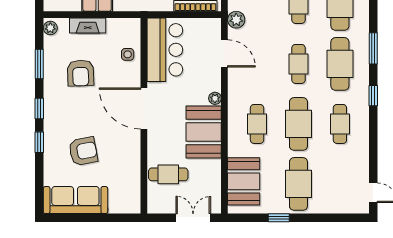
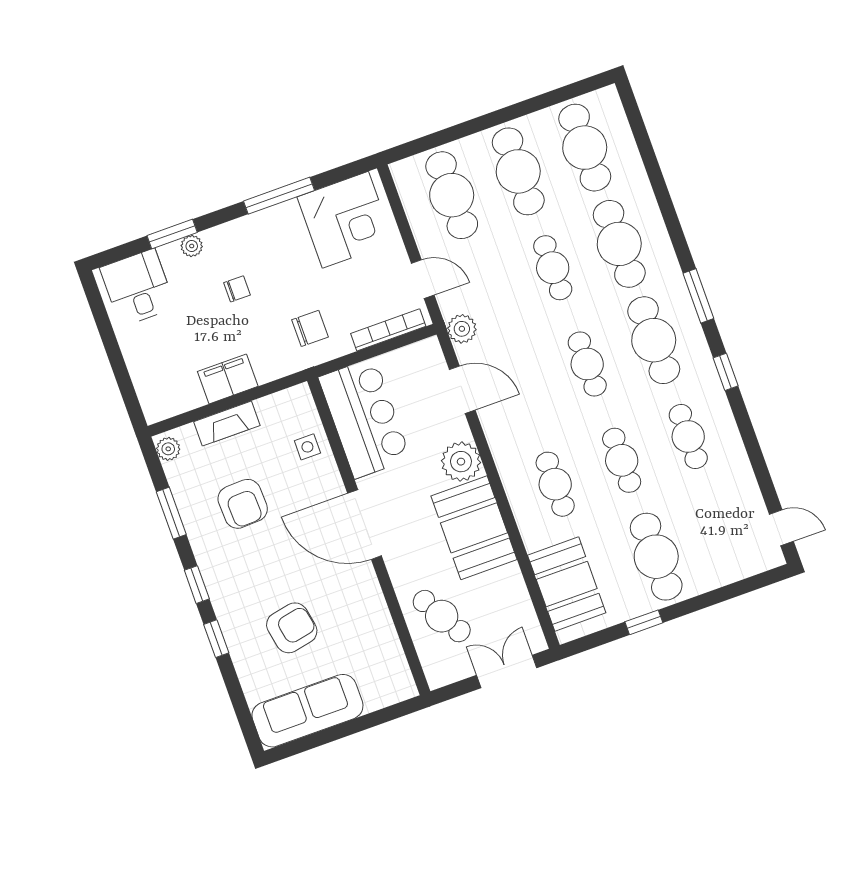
plant: (215, 98) -> (461, 462), width x1.88, depth x1.88
cafe table: (298, 124) -> (622, 460), width x0.73, depth x0.74
cafe table: (168, 174) -> (442, 616), turned 60

